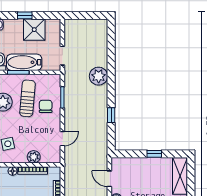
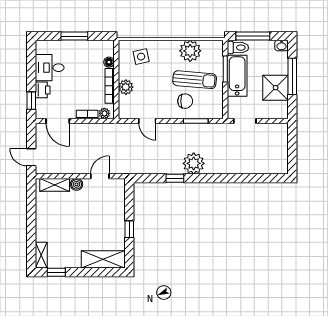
window: (25, 15) -> (292, 76), width x2.17
plant: (99, 76) -> (194, 163), moved
plant: (56, 175) -> (104, 113), added

